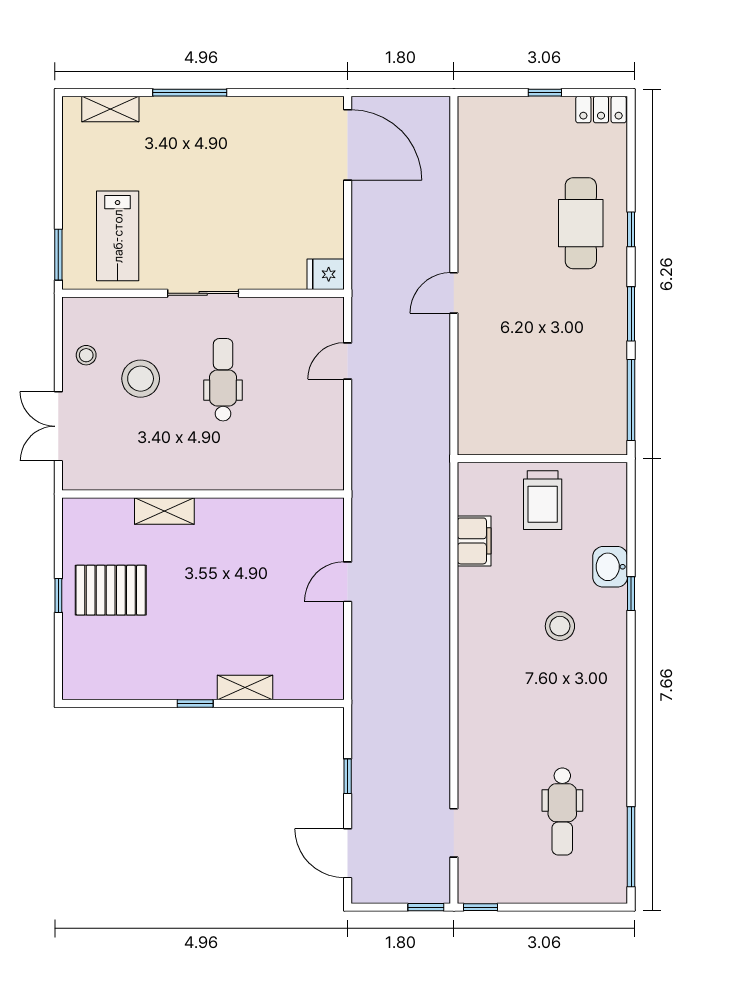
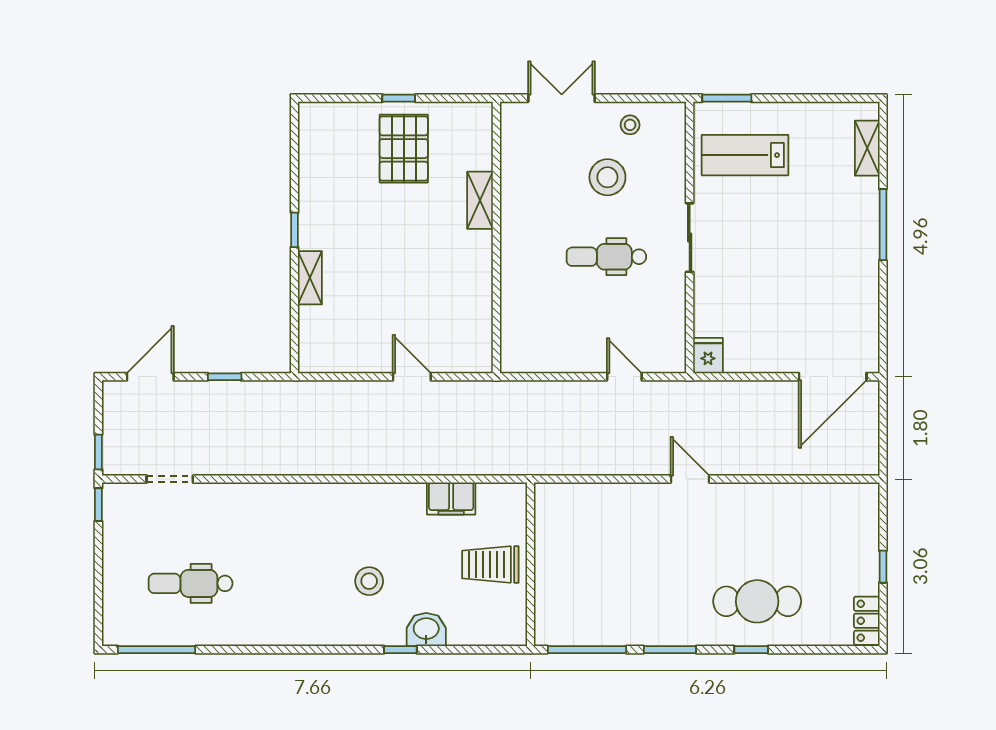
dental chair: (223, 380) -> (606, 257), turned 180

